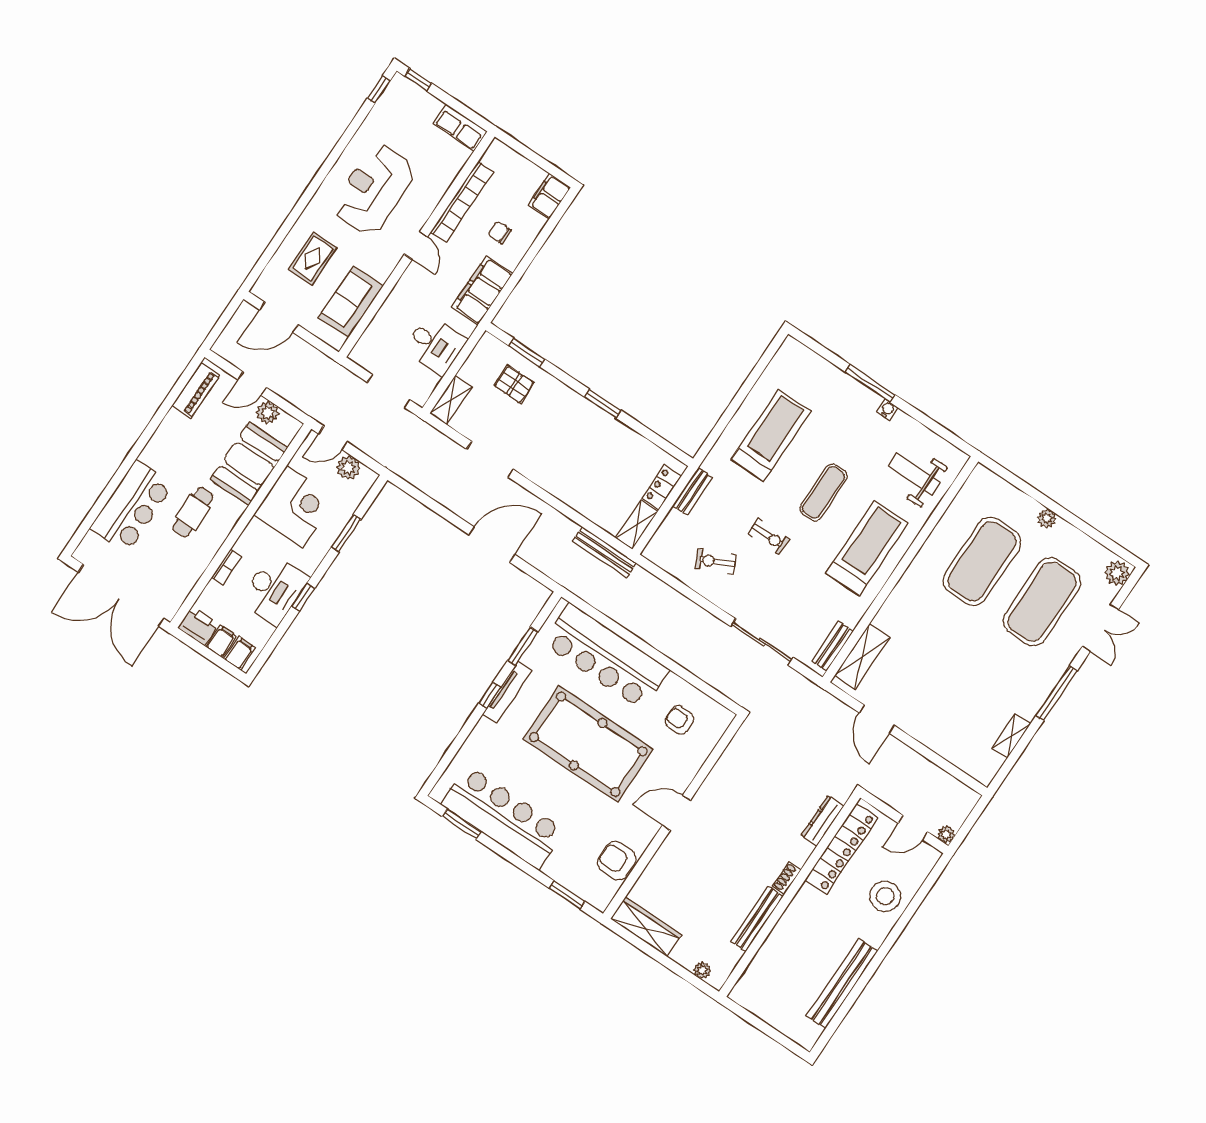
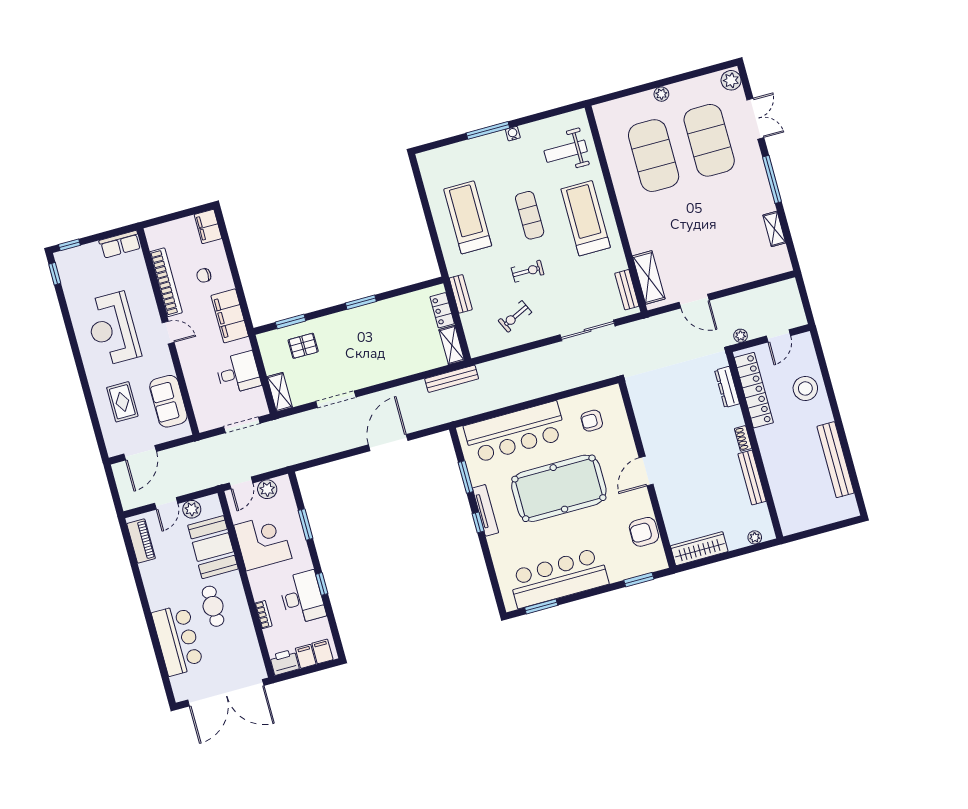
plant: (946, 834) -> (741, 336), moved

